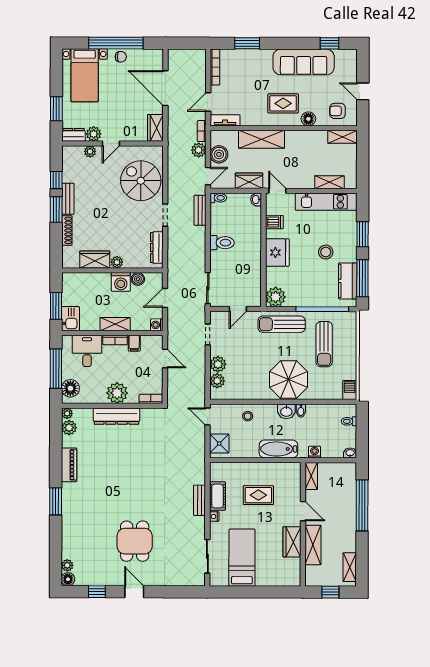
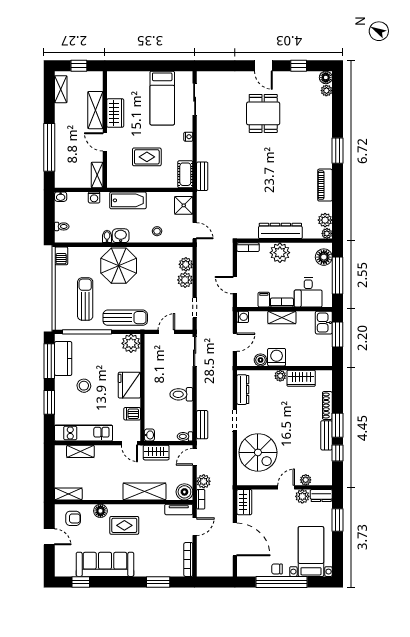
boiler: (219, 154) -> (184, 492), moved
cot: (217, 496) -> (185, 174), moved
bench: (199, 500) -> (202, 176), moved

